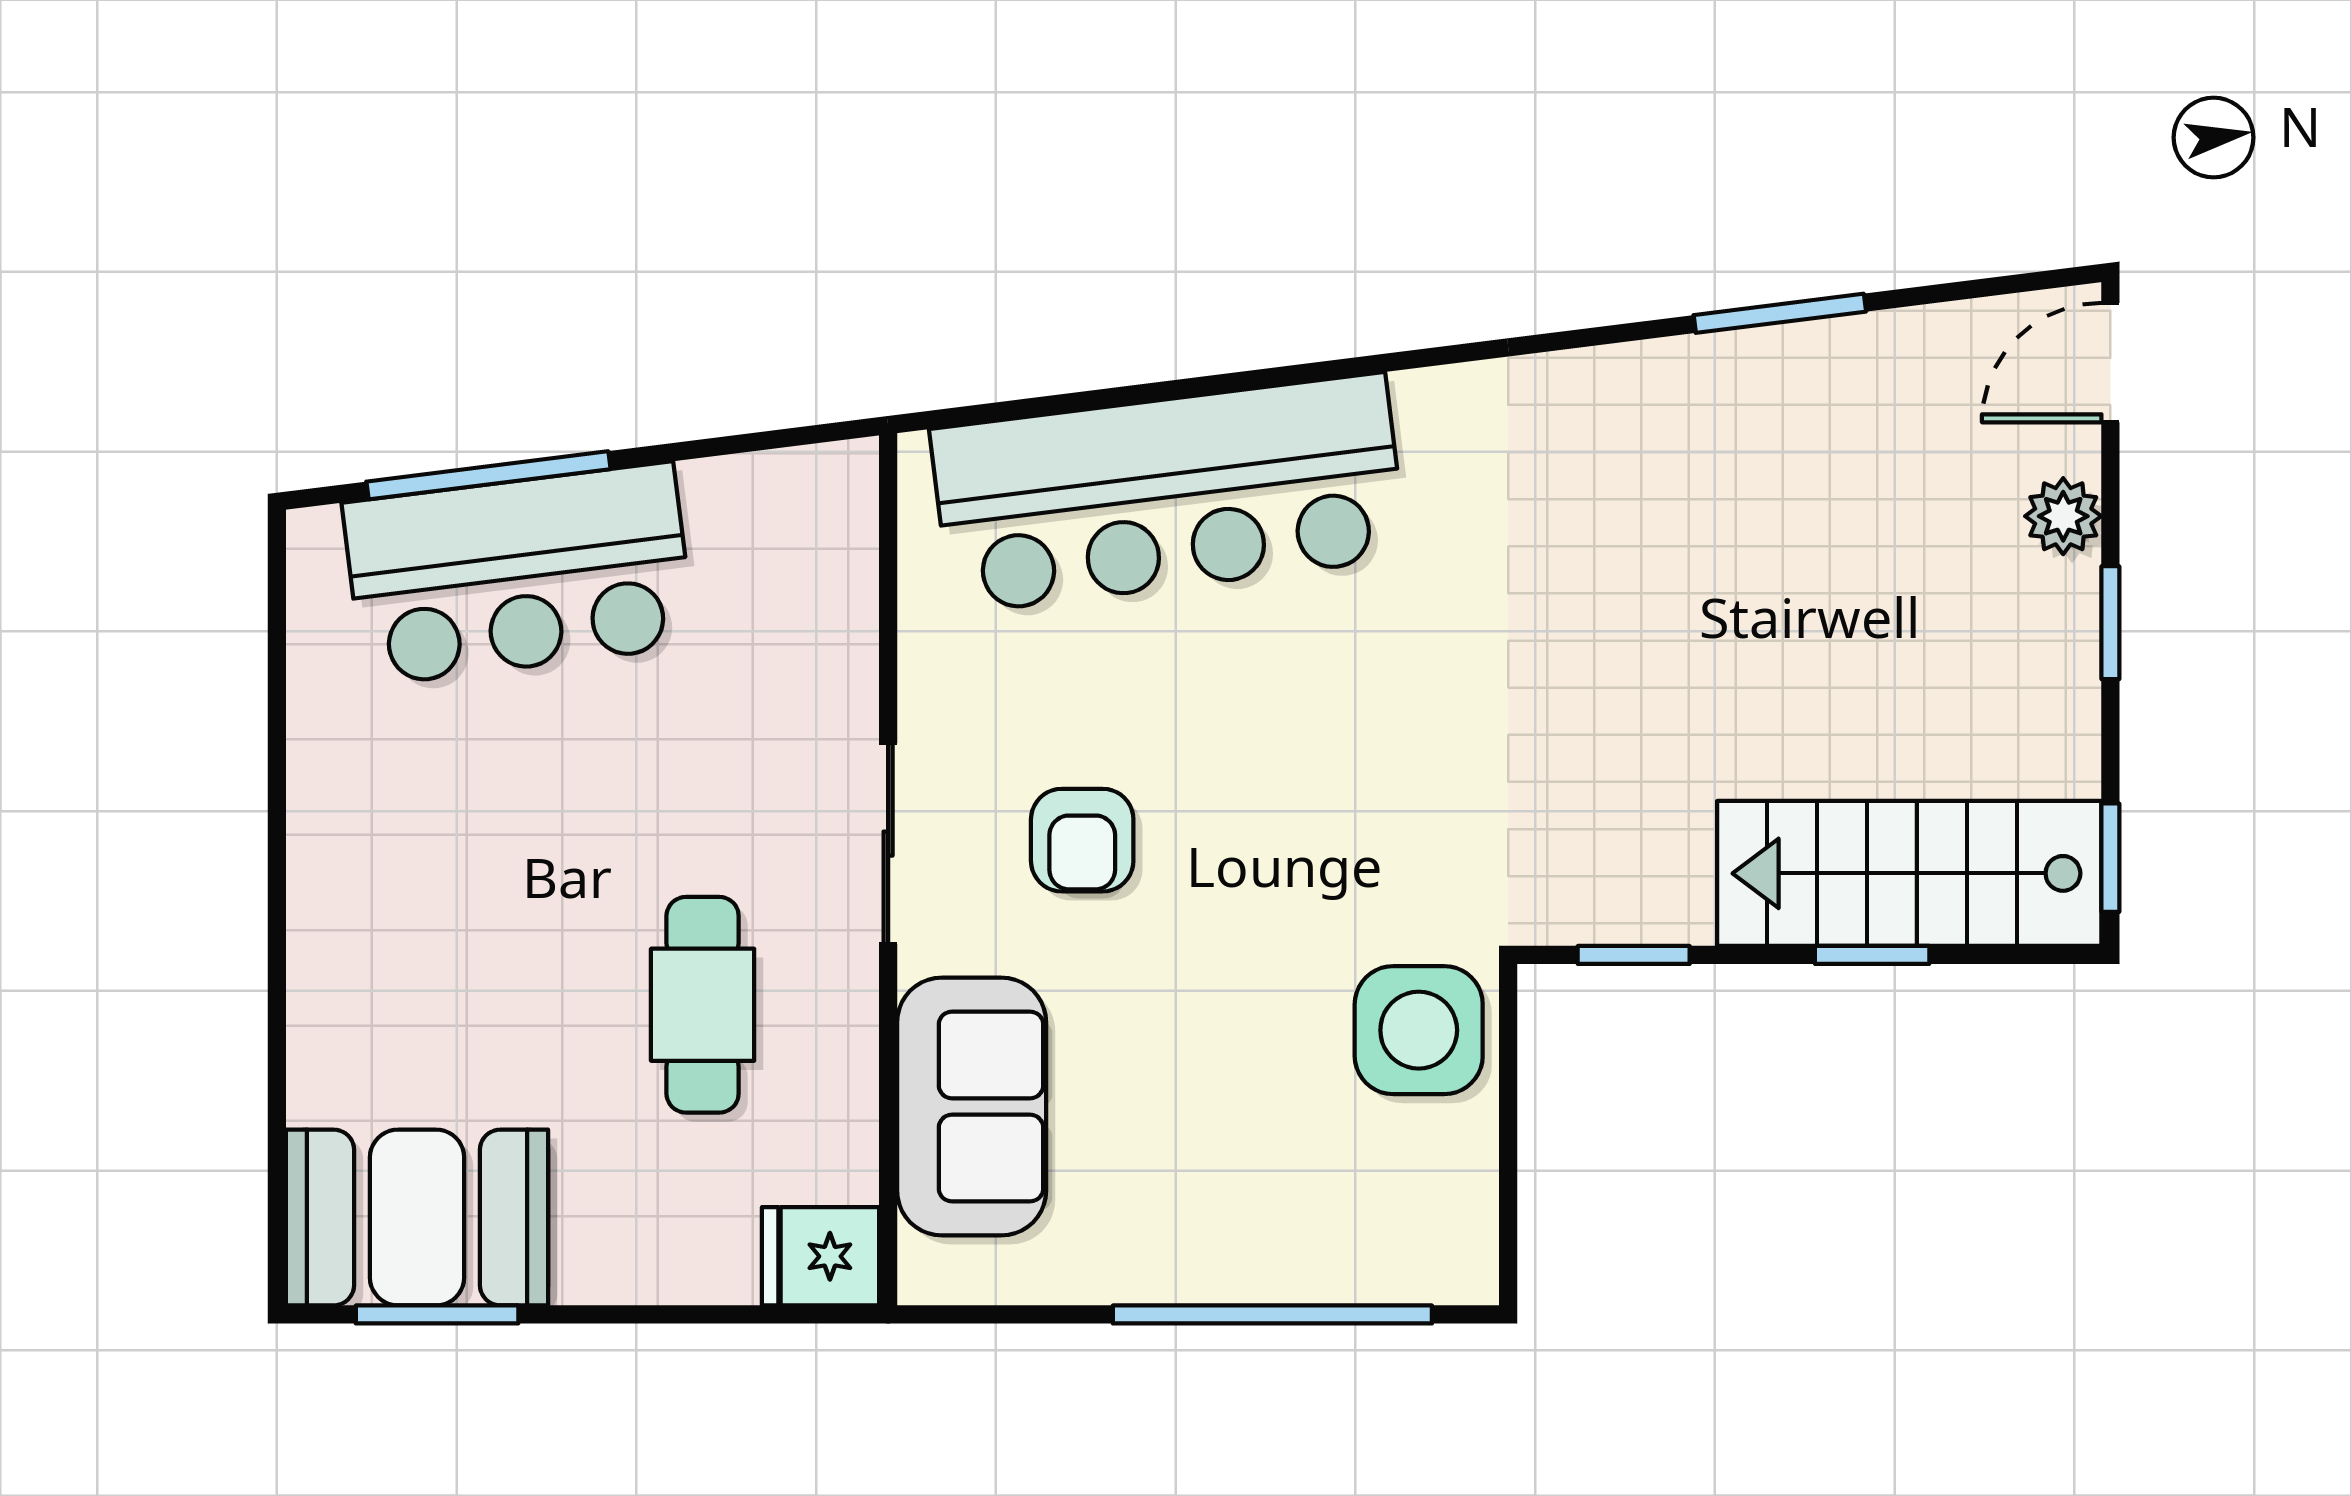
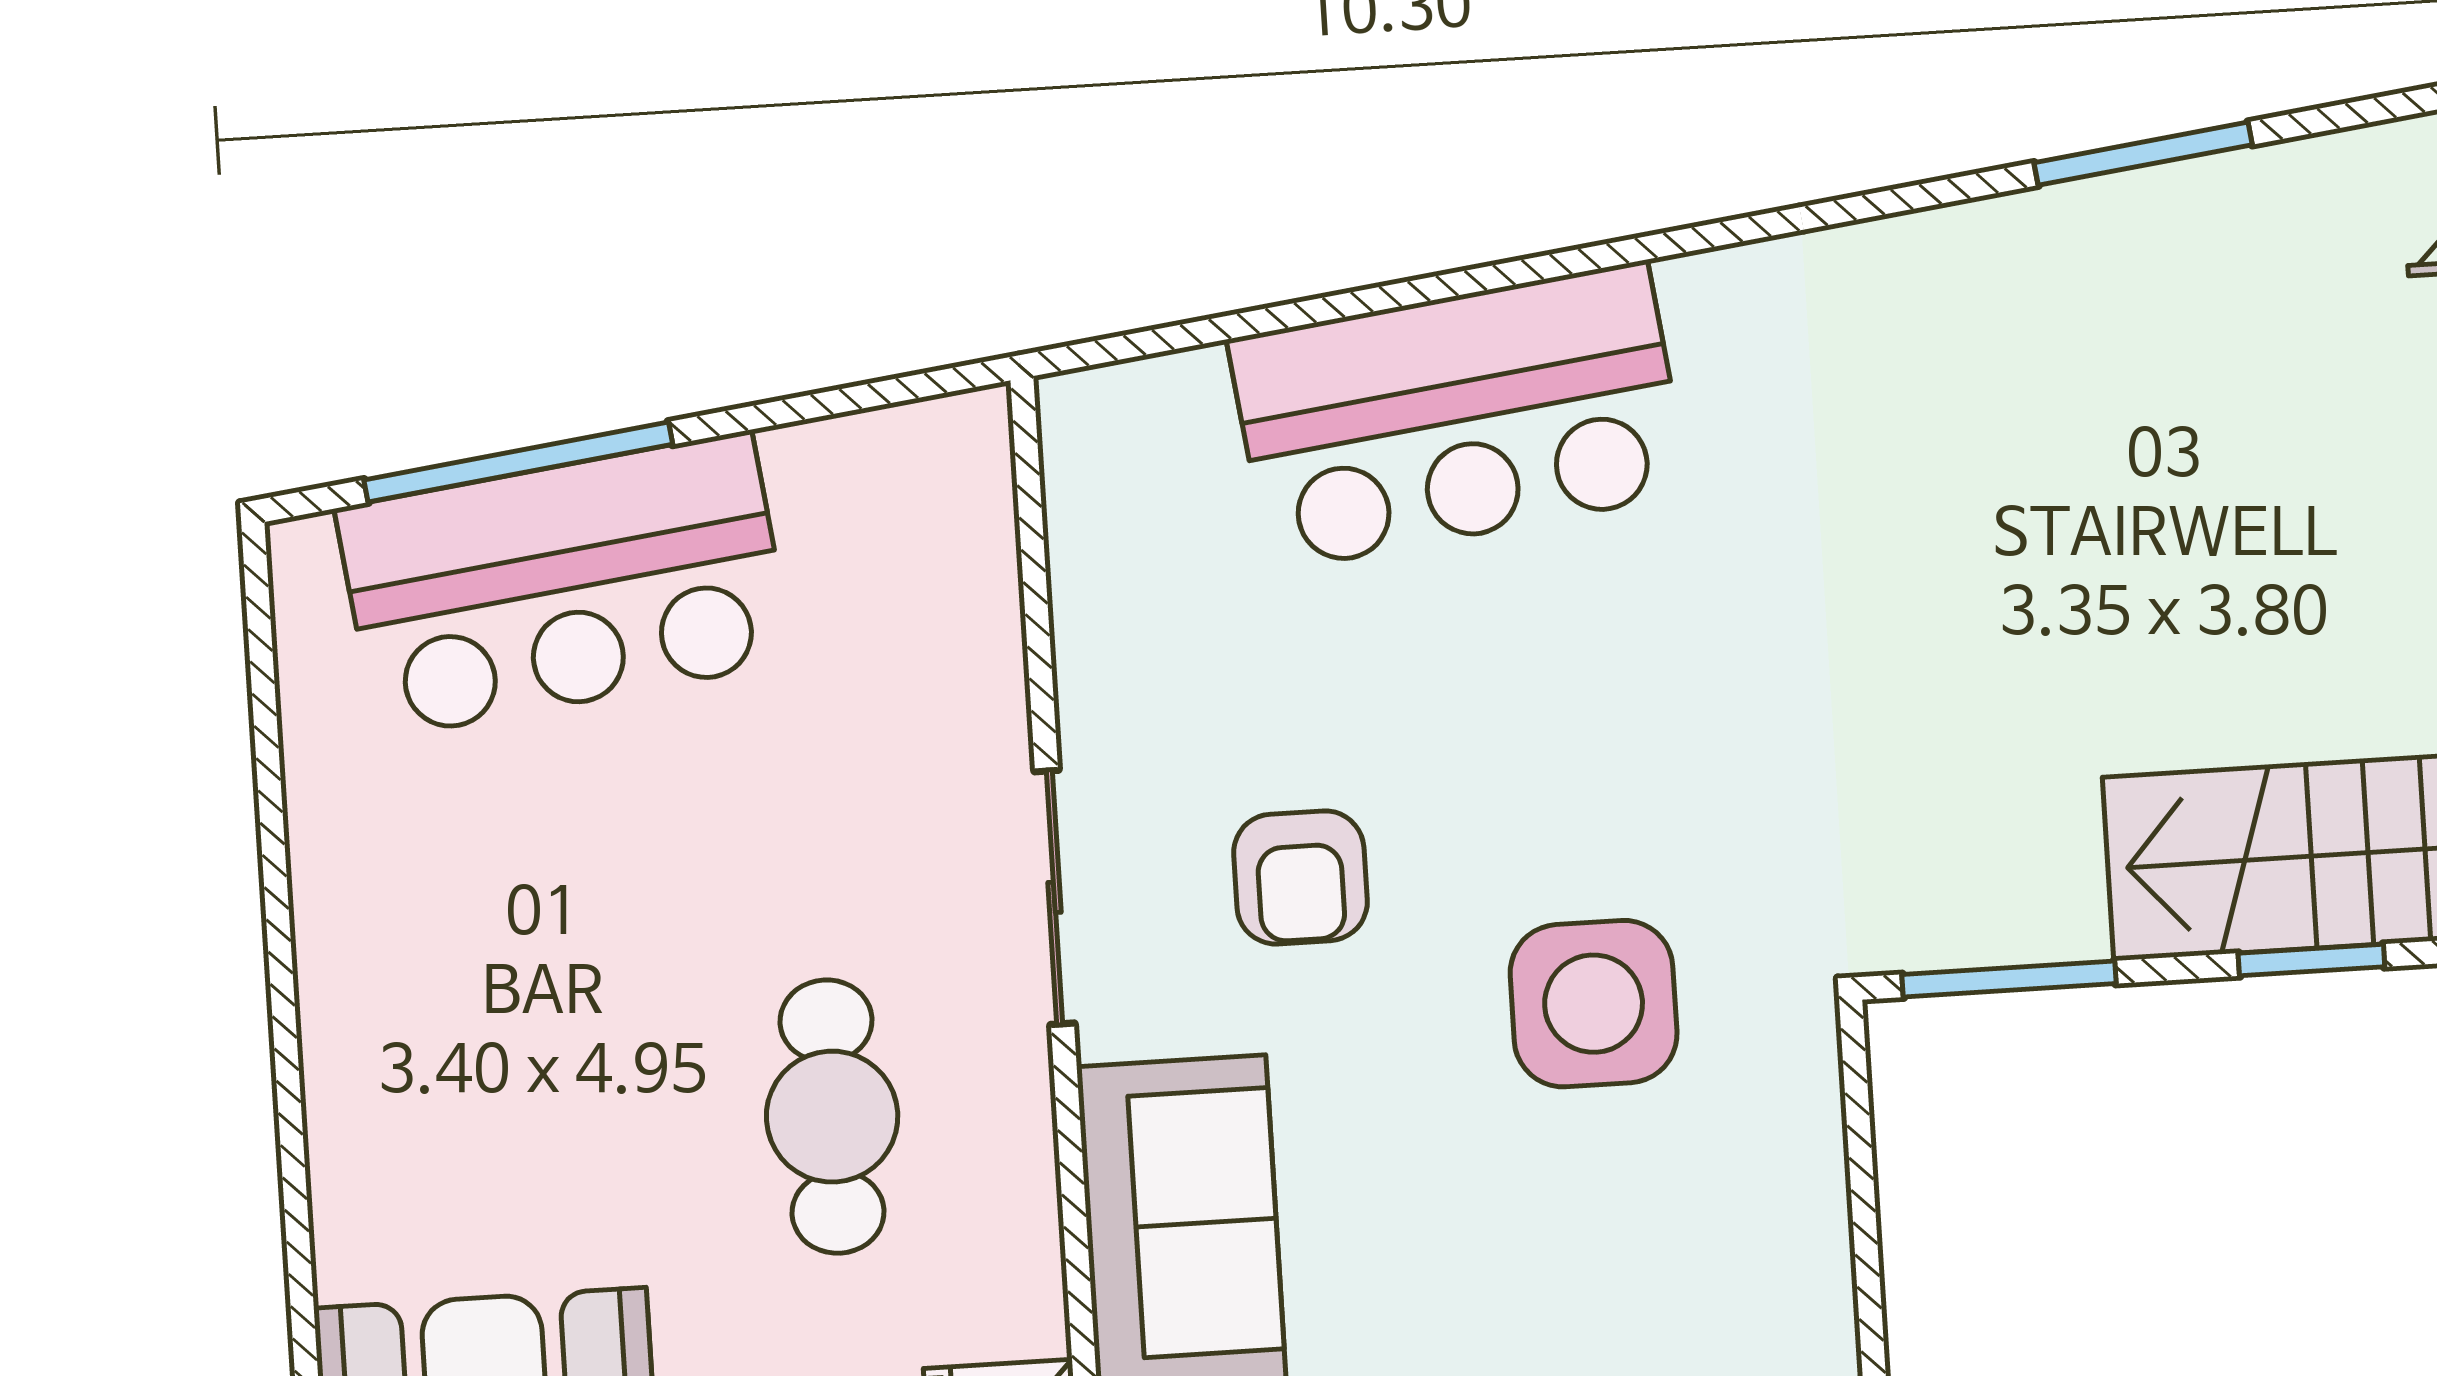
bar counter: (1169, 493) -> (1459, 416), width x0.73
window: (1634, 955) -> (2009, 979), width x1.50
side table: (1419, 1030) -> (1594, 1004), moved

